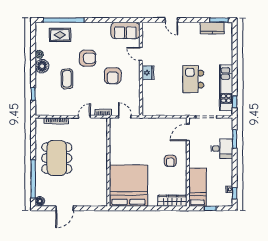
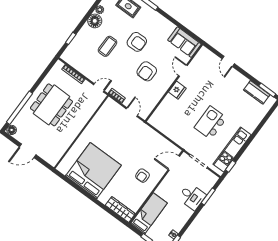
wall: (108, 162) -> (81, 132), moved

